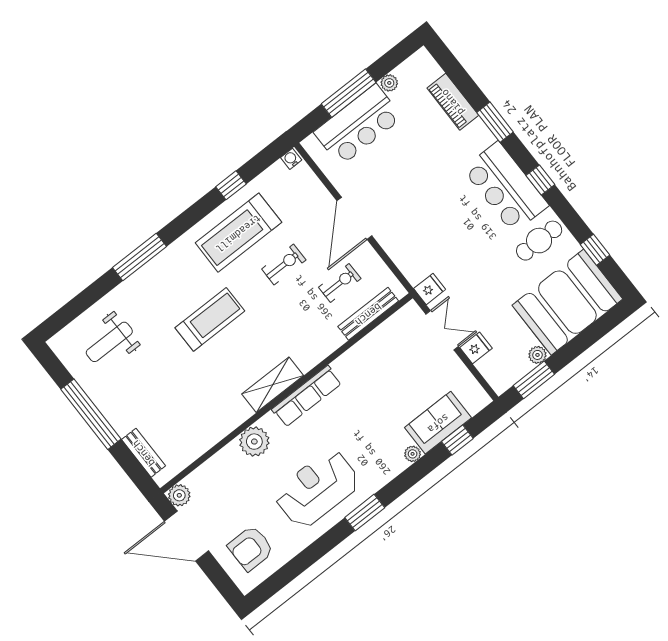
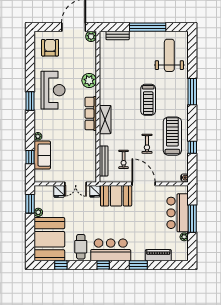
booth: (409, 248) -> (116, 196), added
weight bench: (109, 342) -> (169, 55), width x1.36, depth x1.33
shelving: (273, 385) -> (105, 120), moved

